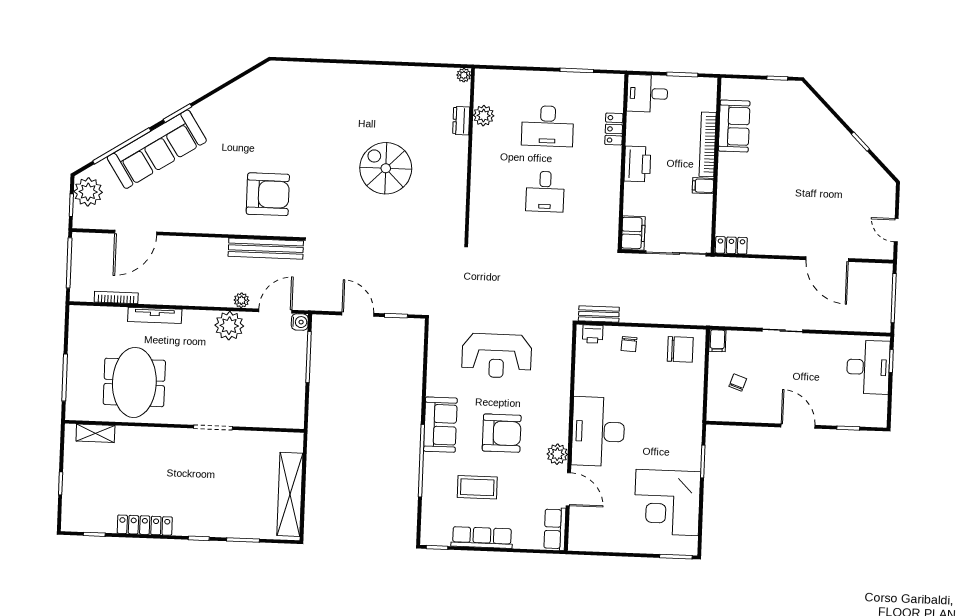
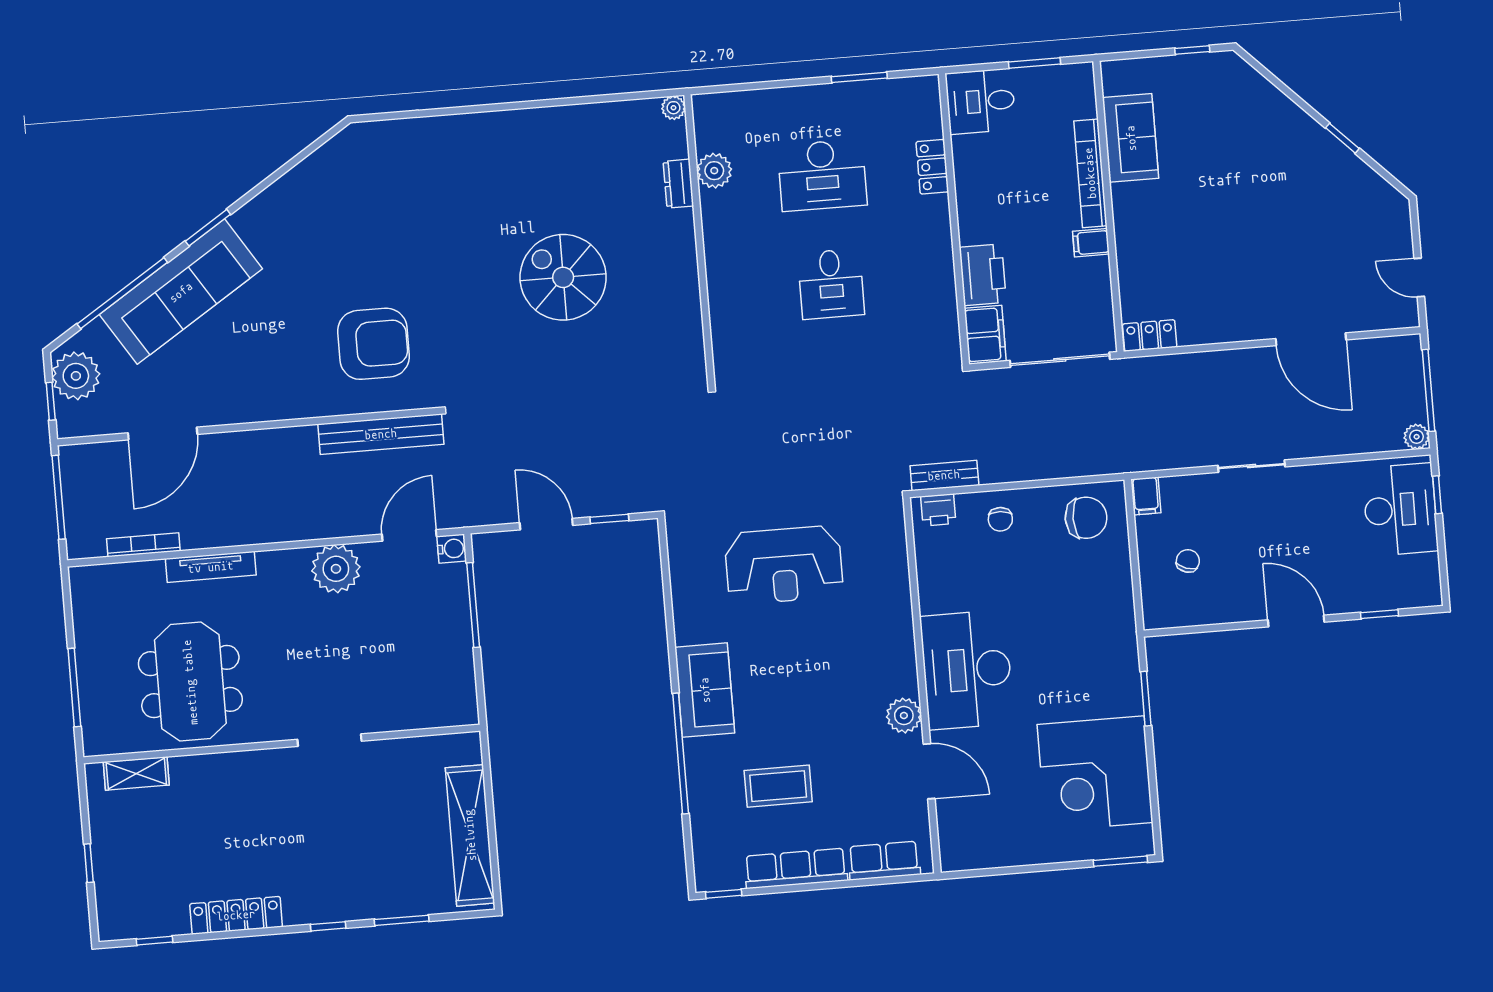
printer: (637, 164) -> (983, 275), moved
plant: (241, 300) -> (1417, 437), moved
armchair: (502, 433) -> (808, 692), removed
row of seats: (555, 529) -> (884, 861), moved, turned 90

